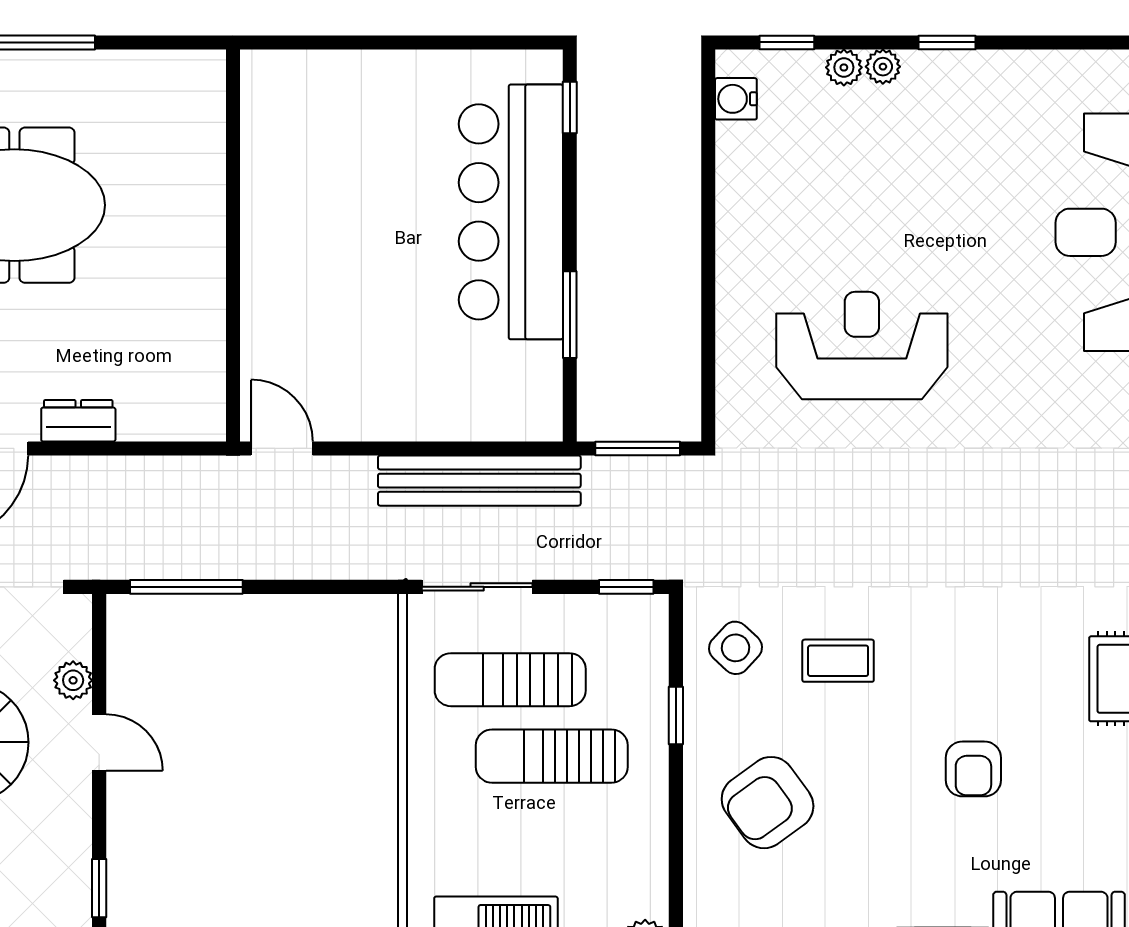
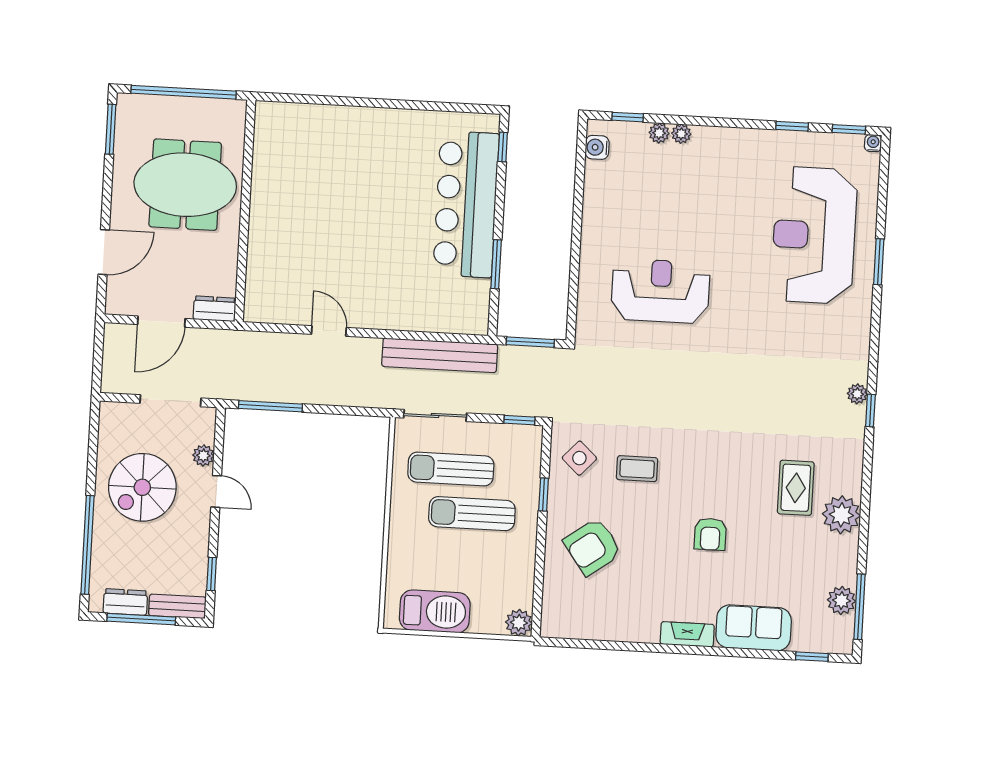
window: (947, 42) -> (792, 126), moved
wall: (233, 245) -> (245, 211), moved

